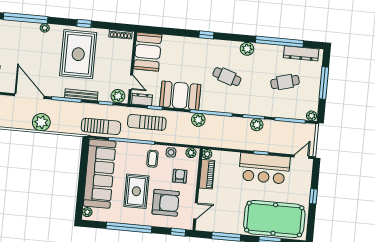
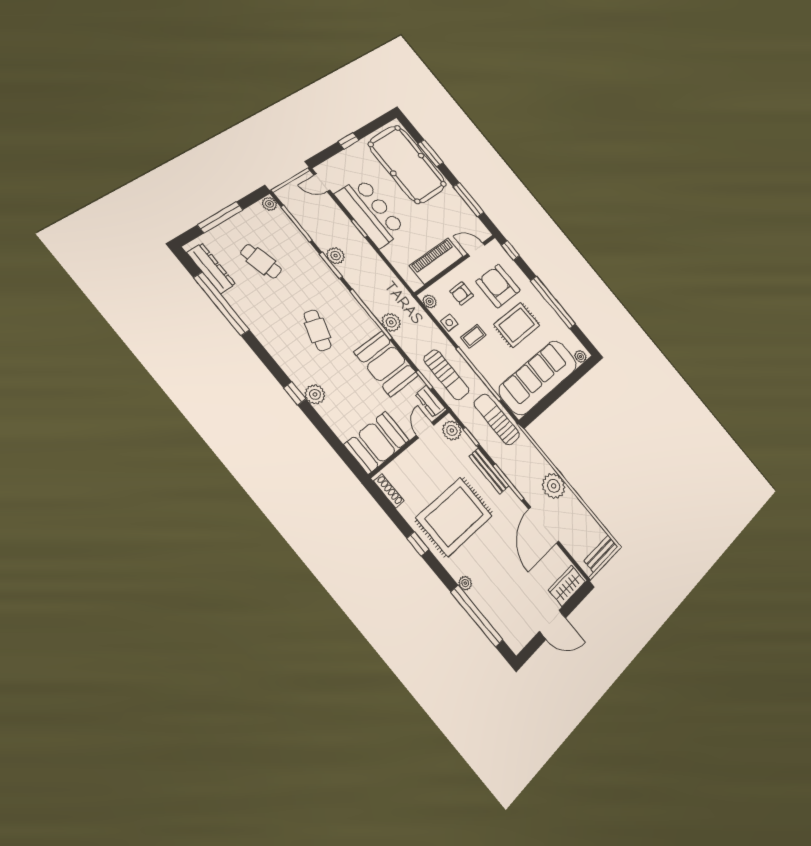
plant: (247, 49) -> (315, 394), moved
plant: (207, 154) -> (415, 284), removed
piano: (207, 174) -> (436, 261), width x1.37, depth x1.33

